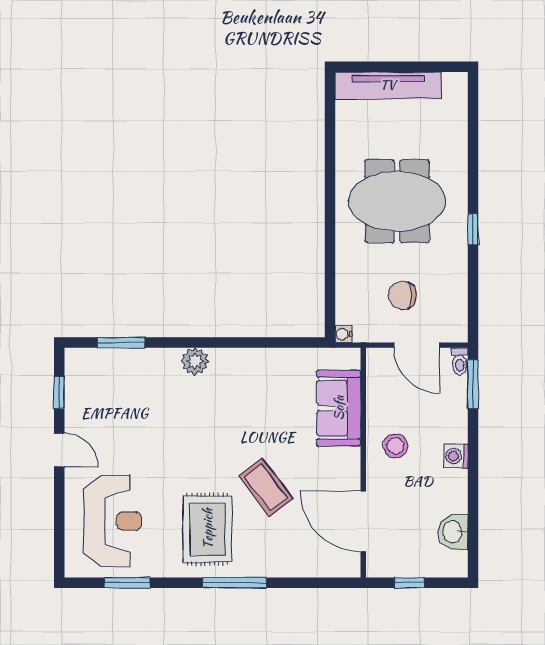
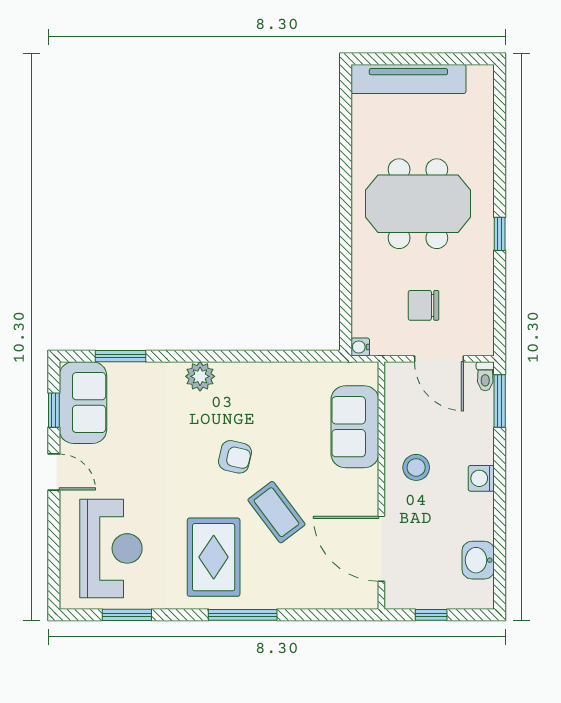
sofa: (86, 386) -> (83, 403), added
armchair: (227, 436) -> (235, 457), added

